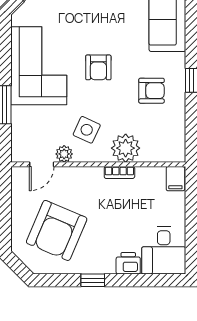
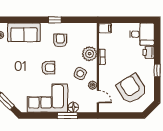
floor lamp: (21, 116) -> (73, 107), added
armchair: (57, 230) -> (132, 89), turned -145

